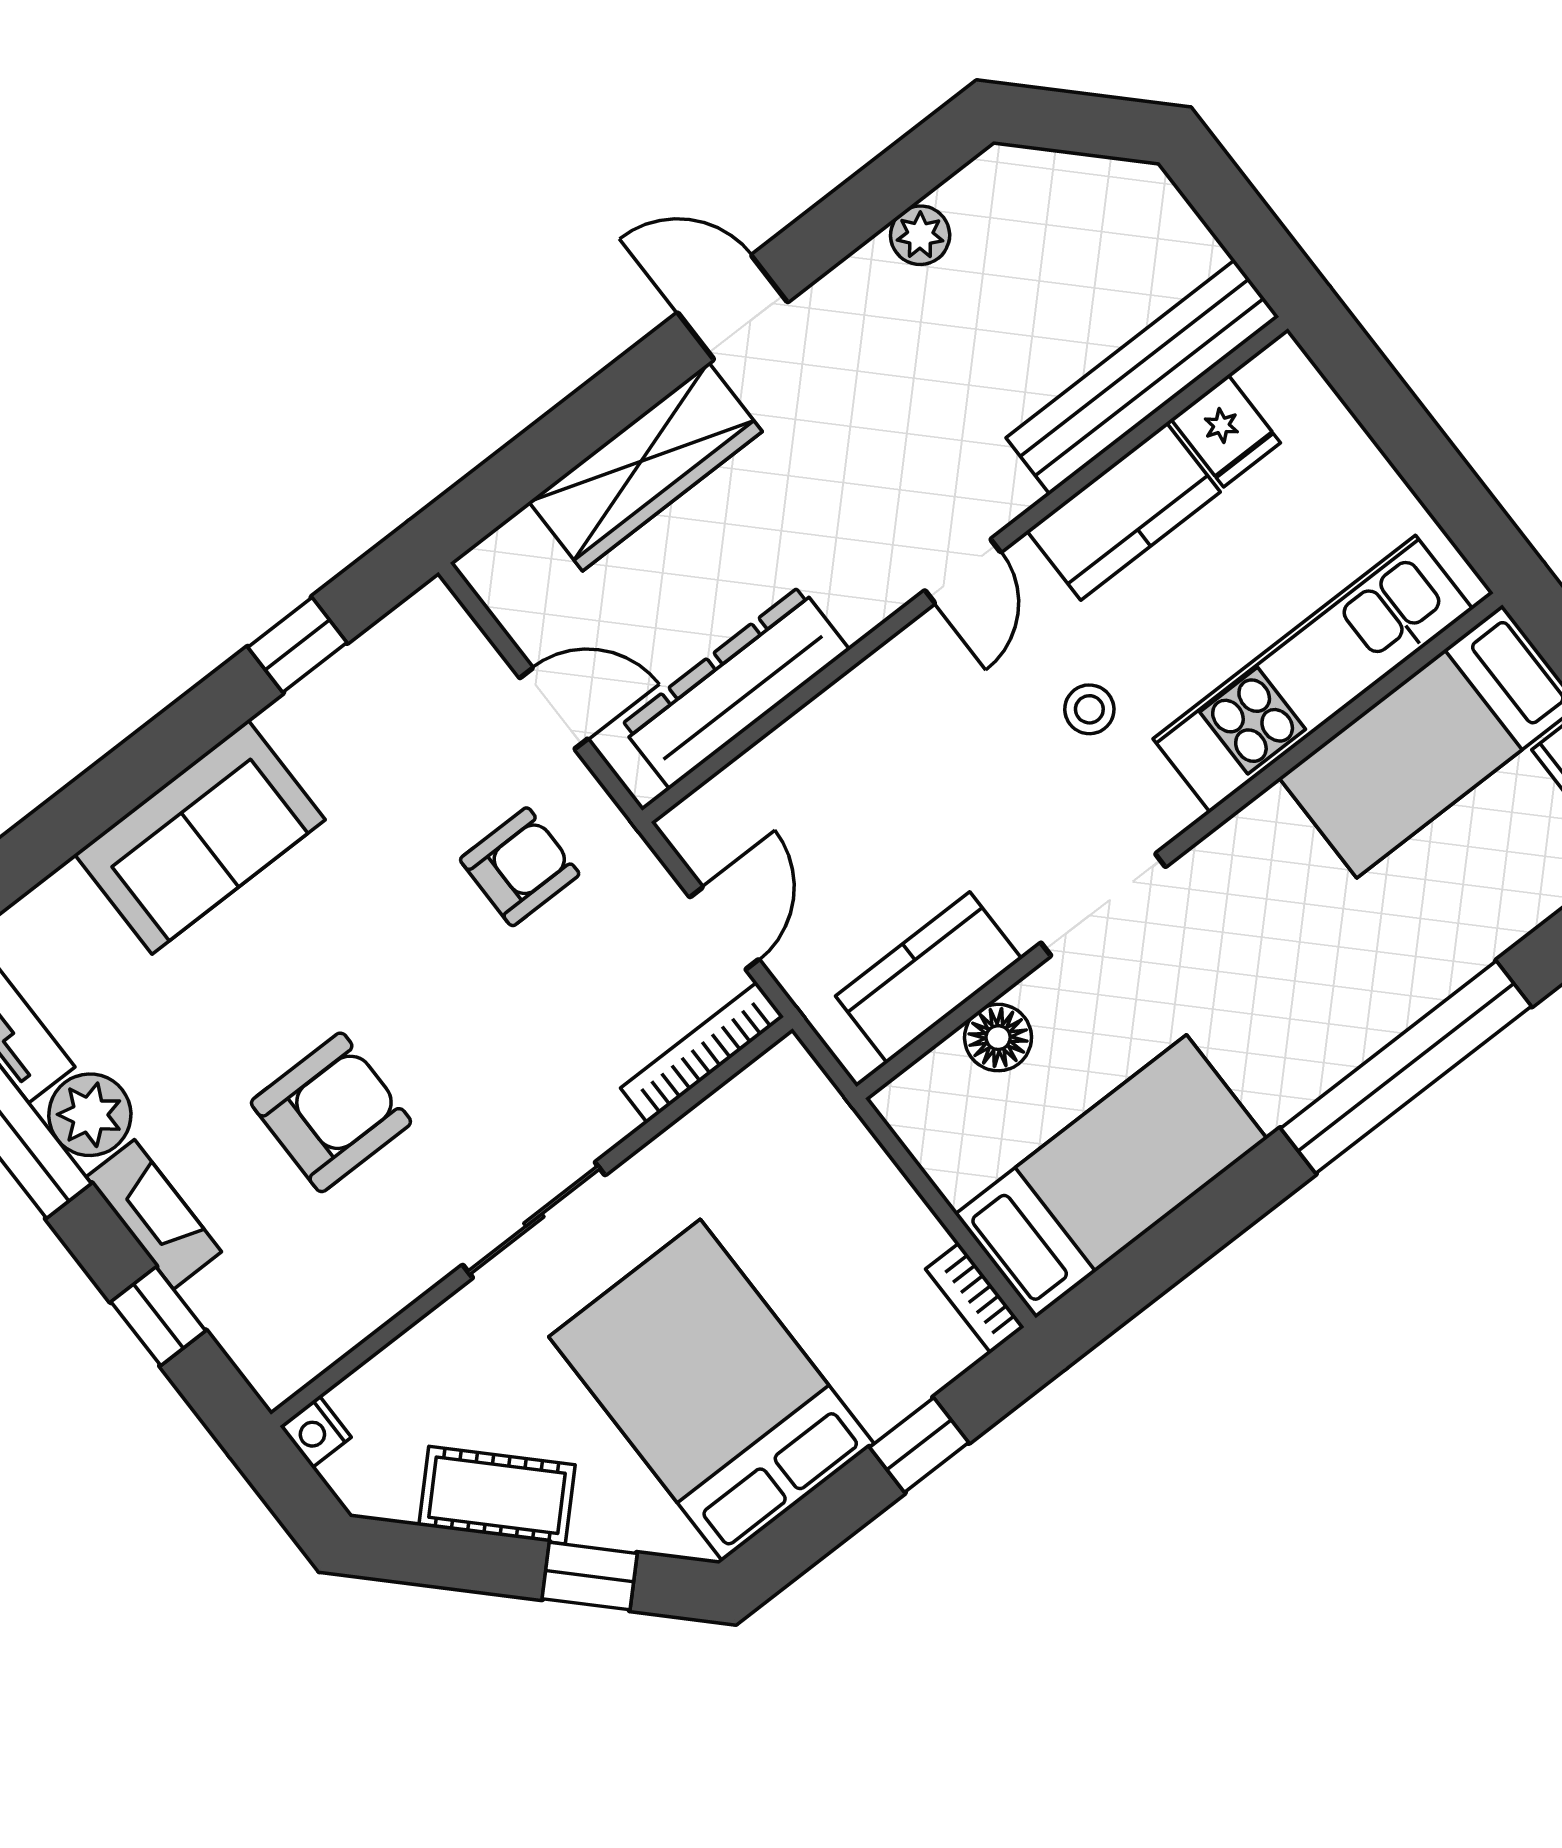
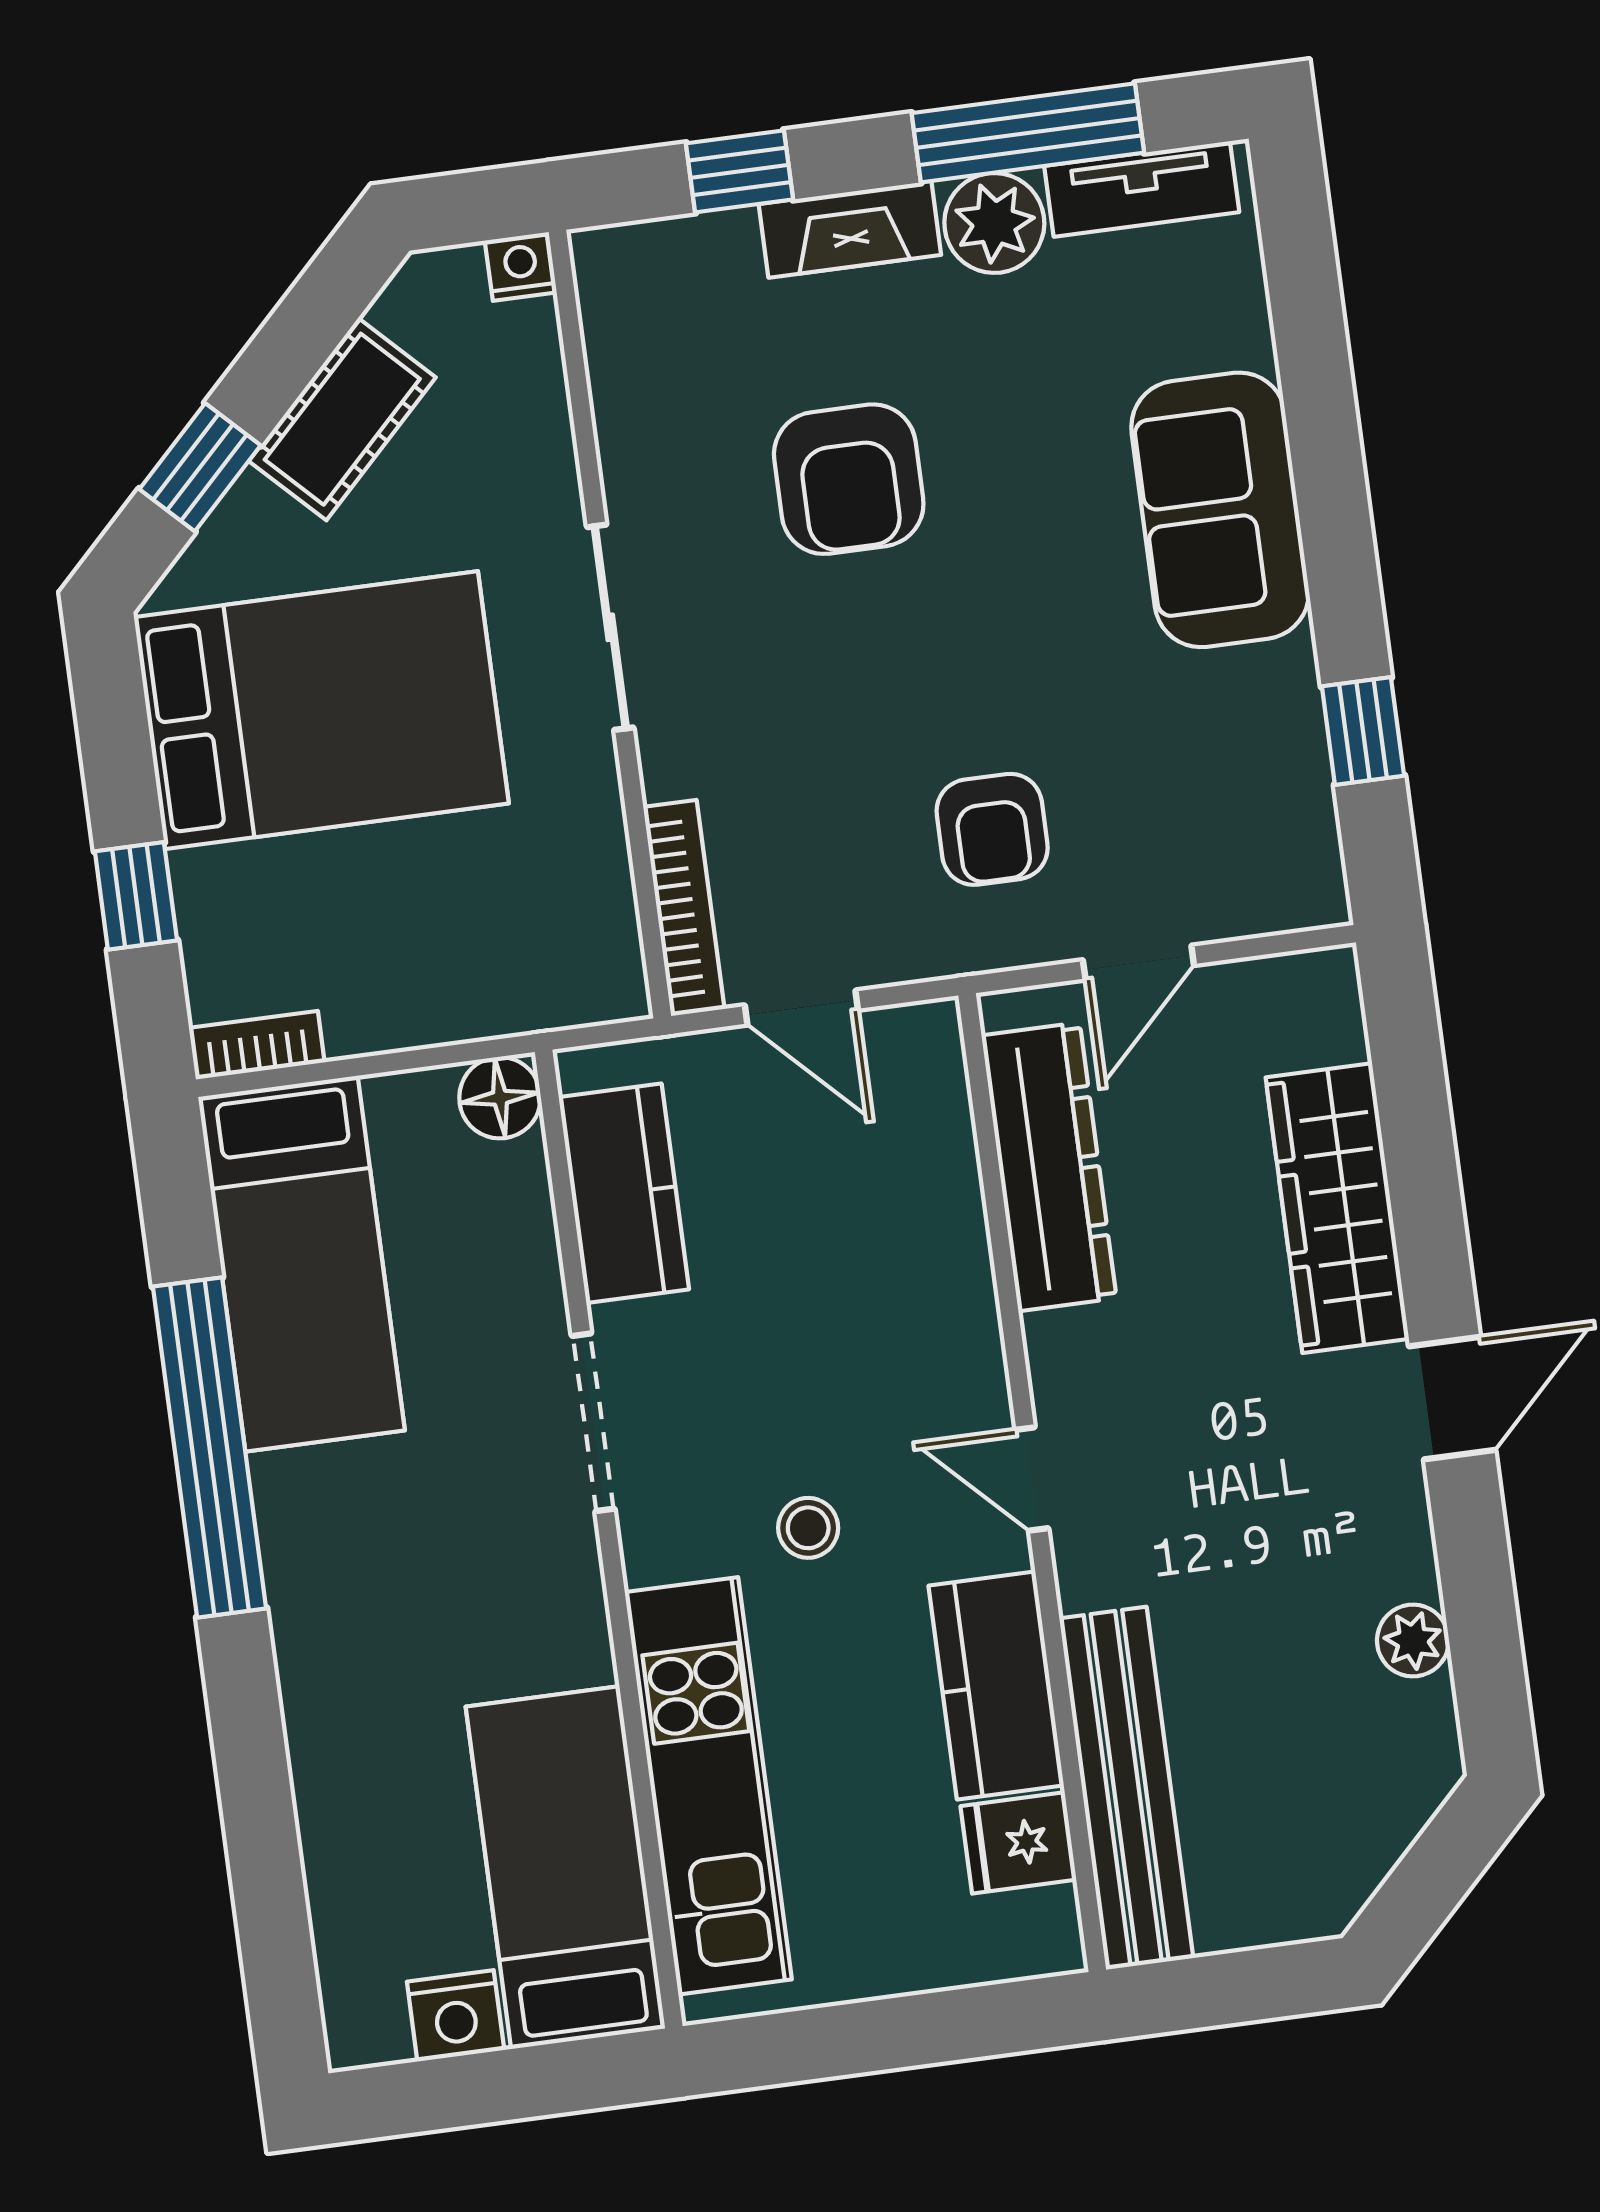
floor lamp: (998, 1038) -> (500, 1098), moved
window: (1406, 1067) -> (210, 1447), moved

